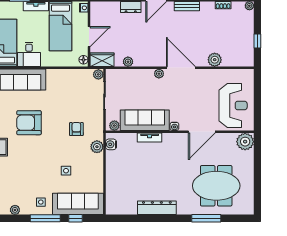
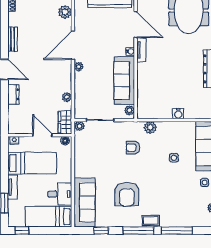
tv unit: (150, 138) -> (141, 50), moved
water cooler: (111, 144) -> (178, 114), moved

